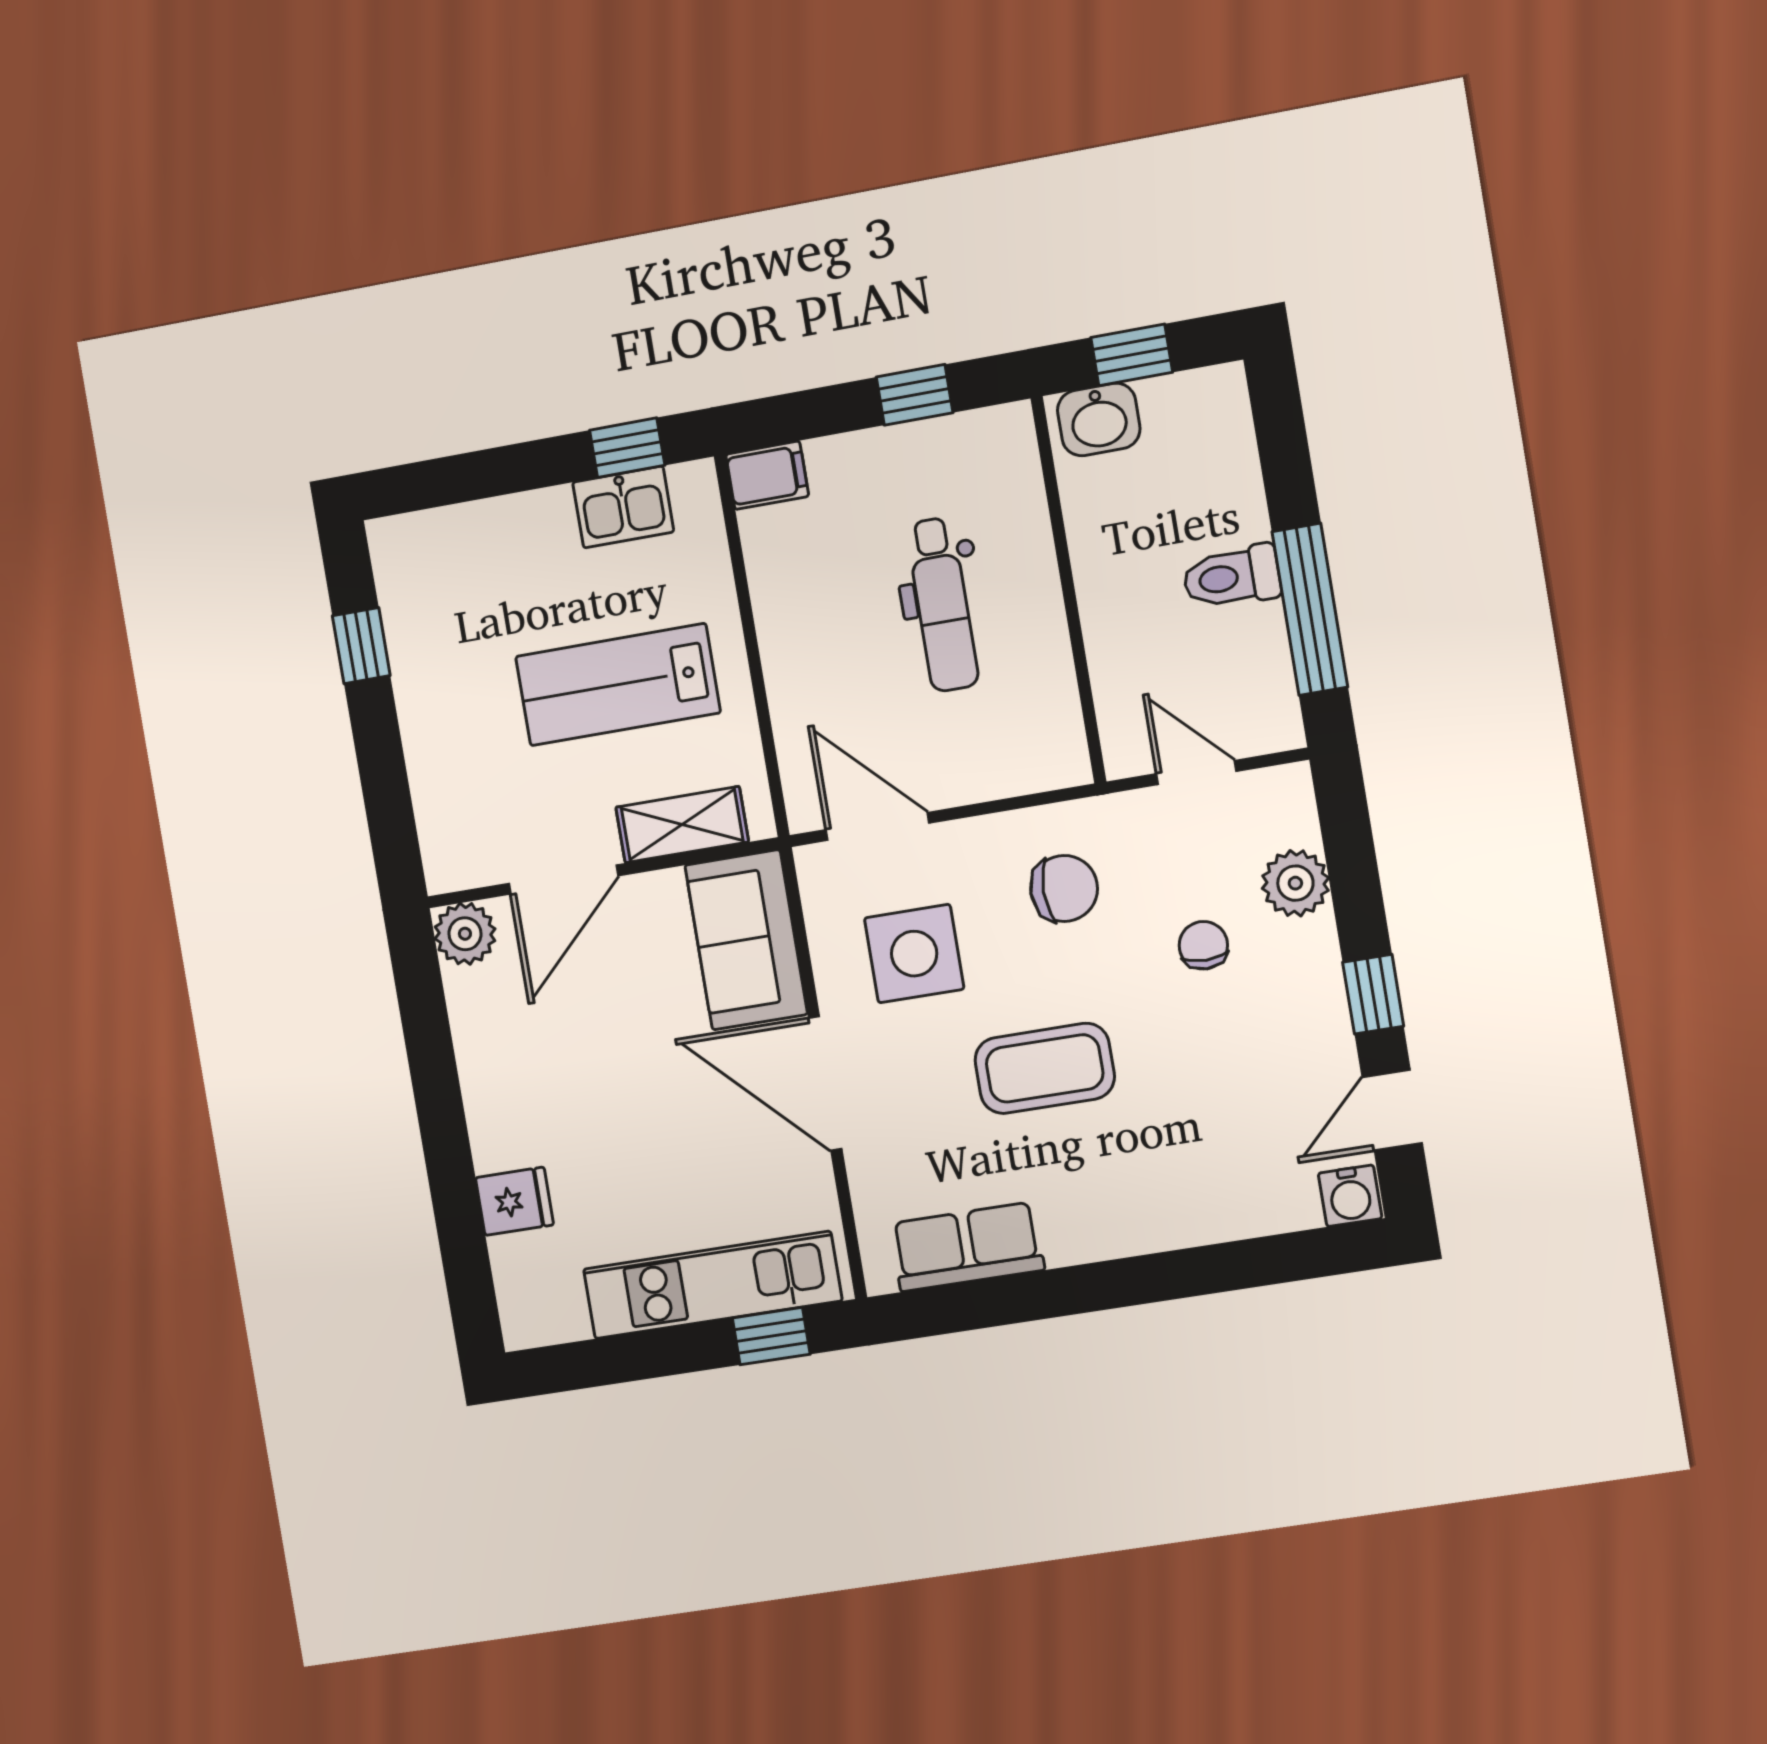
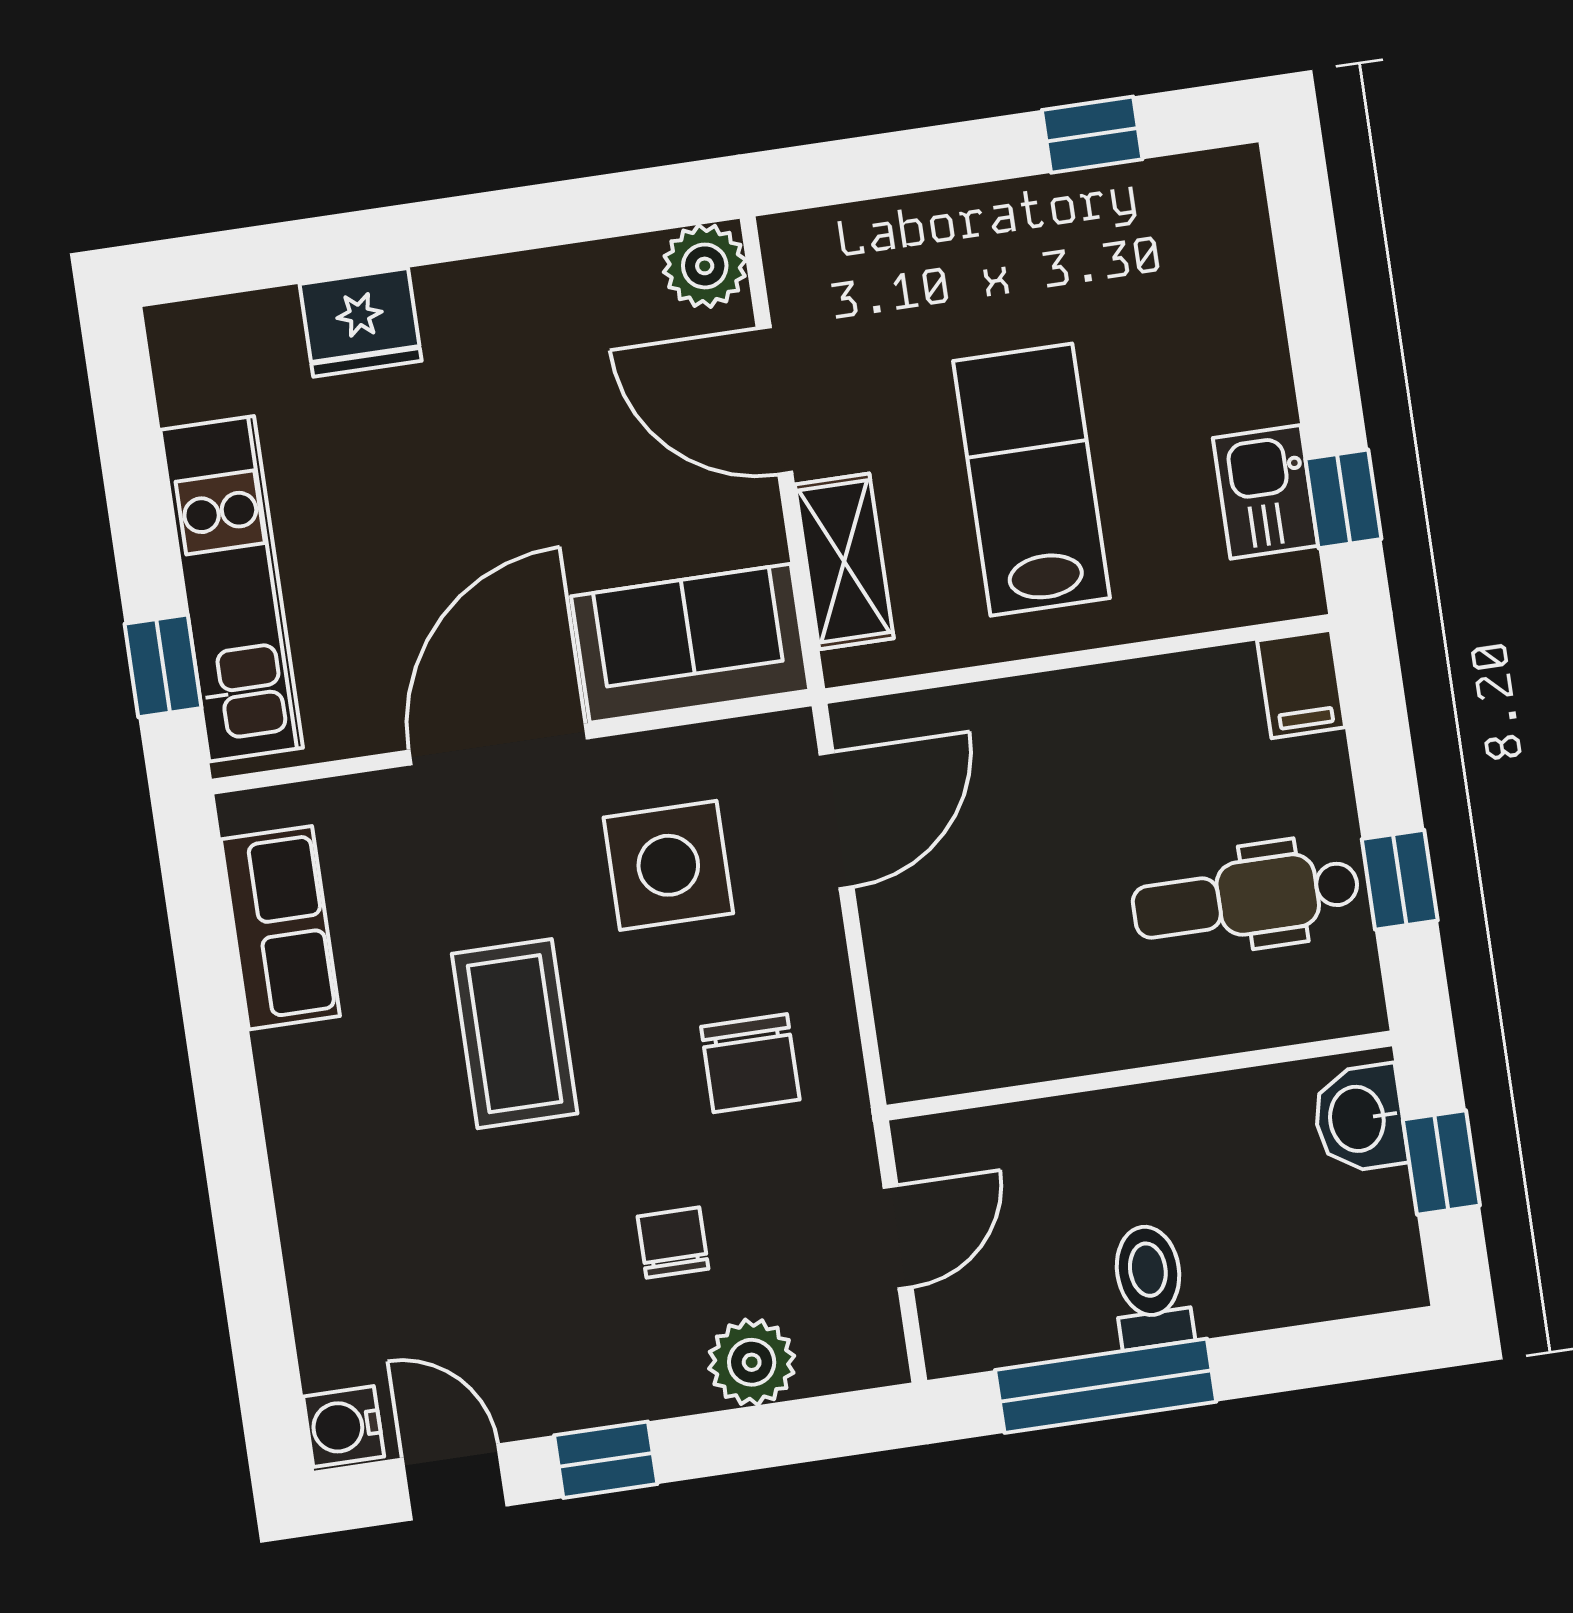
dental chair: (942, 604) -> (1246, 898), moved
chair: (1203, 945) -> (673, 1243), turned -90
fridge: (515, 1201) -> (361, 322), width x1.38

